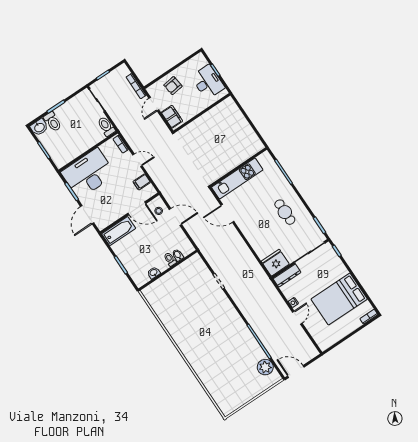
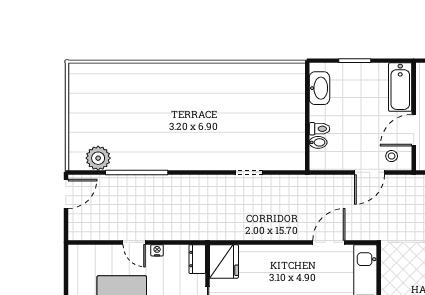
washbasin: (154, 273) -> (319, 88), width x1.91, depth x1.45
dresser: (287, 276) -> (197, 259), width x0.70

